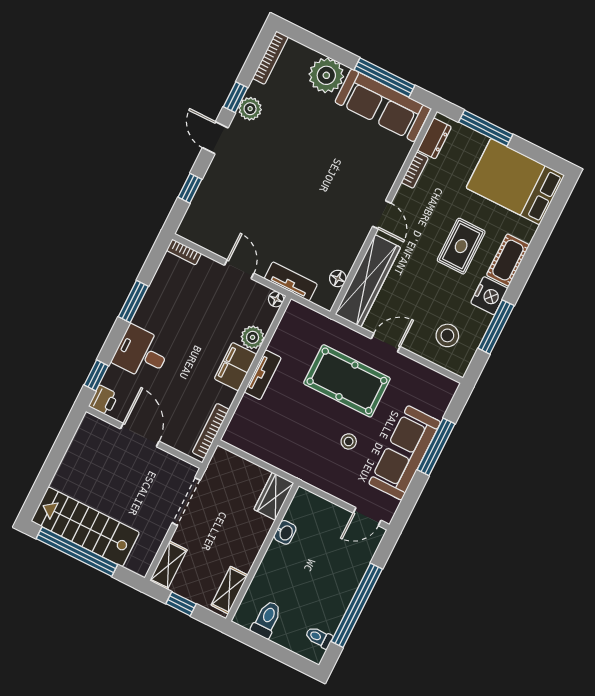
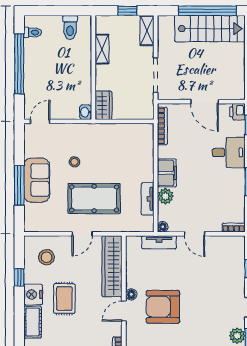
armchair: (328, 195) -> (163, 307), added
door: (382, 215) -> (124, 311), hinge flipped
rug: (461, 246) -> (64, 299), moved
floor lamp: (338, 278) -> (131, 294), moved
window: (496, 327) -> (19, 277), width x0.46
tv unit: (263, 375) -> (148, 199), moved
sofa: (405, 453) -> (37, 180), width x0.73
washbasin: (285, 532) -> (86, 112), moved
shelving: (229, 590) -> (102, 49), moved

